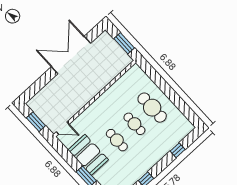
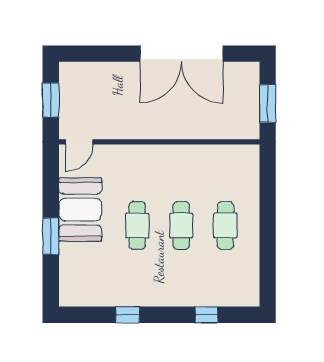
double door: (71, 55) -> (181, 54), swing flipped
cafe table: (152, 108) -> (225, 226), width x0.73, depth x0.74
door: (63, 128) -> (79, 142), hinge flipped

